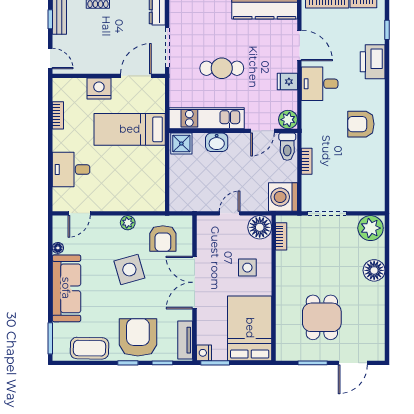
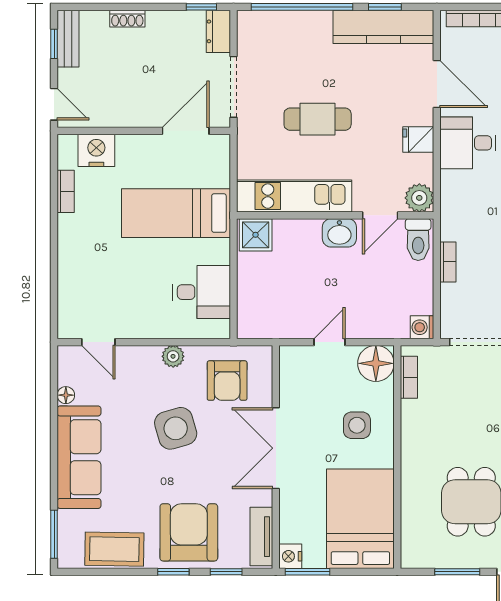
nightstand: (99, 89) -> (96, 150), moved
washbasin: (217, 142) -> (339, 233), moved
desk: (71, 169) -> (202, 292), moved, turned 180
washing machine: (283, 197) -> (422, 327), width x0.53, depth x0.53
door: (79, 213) -> (98, 342), hinge flipped

